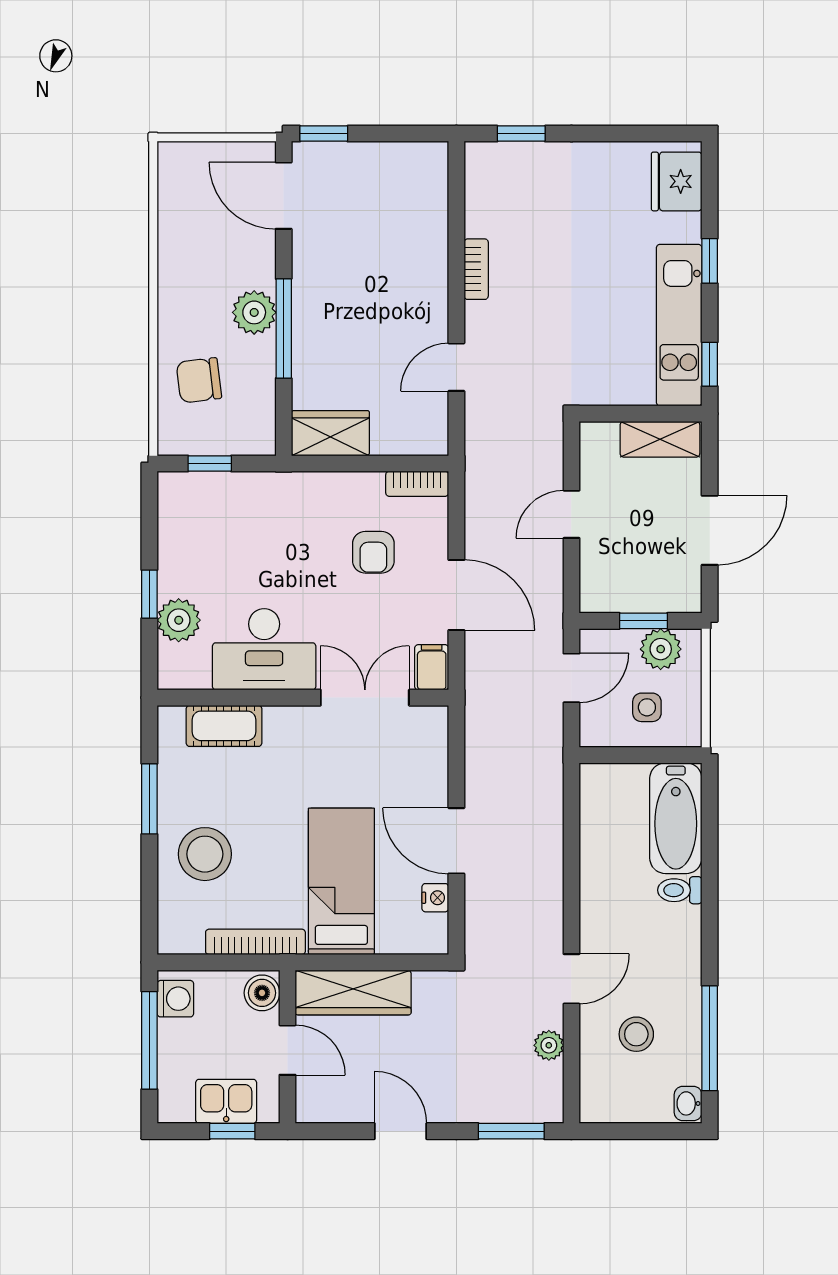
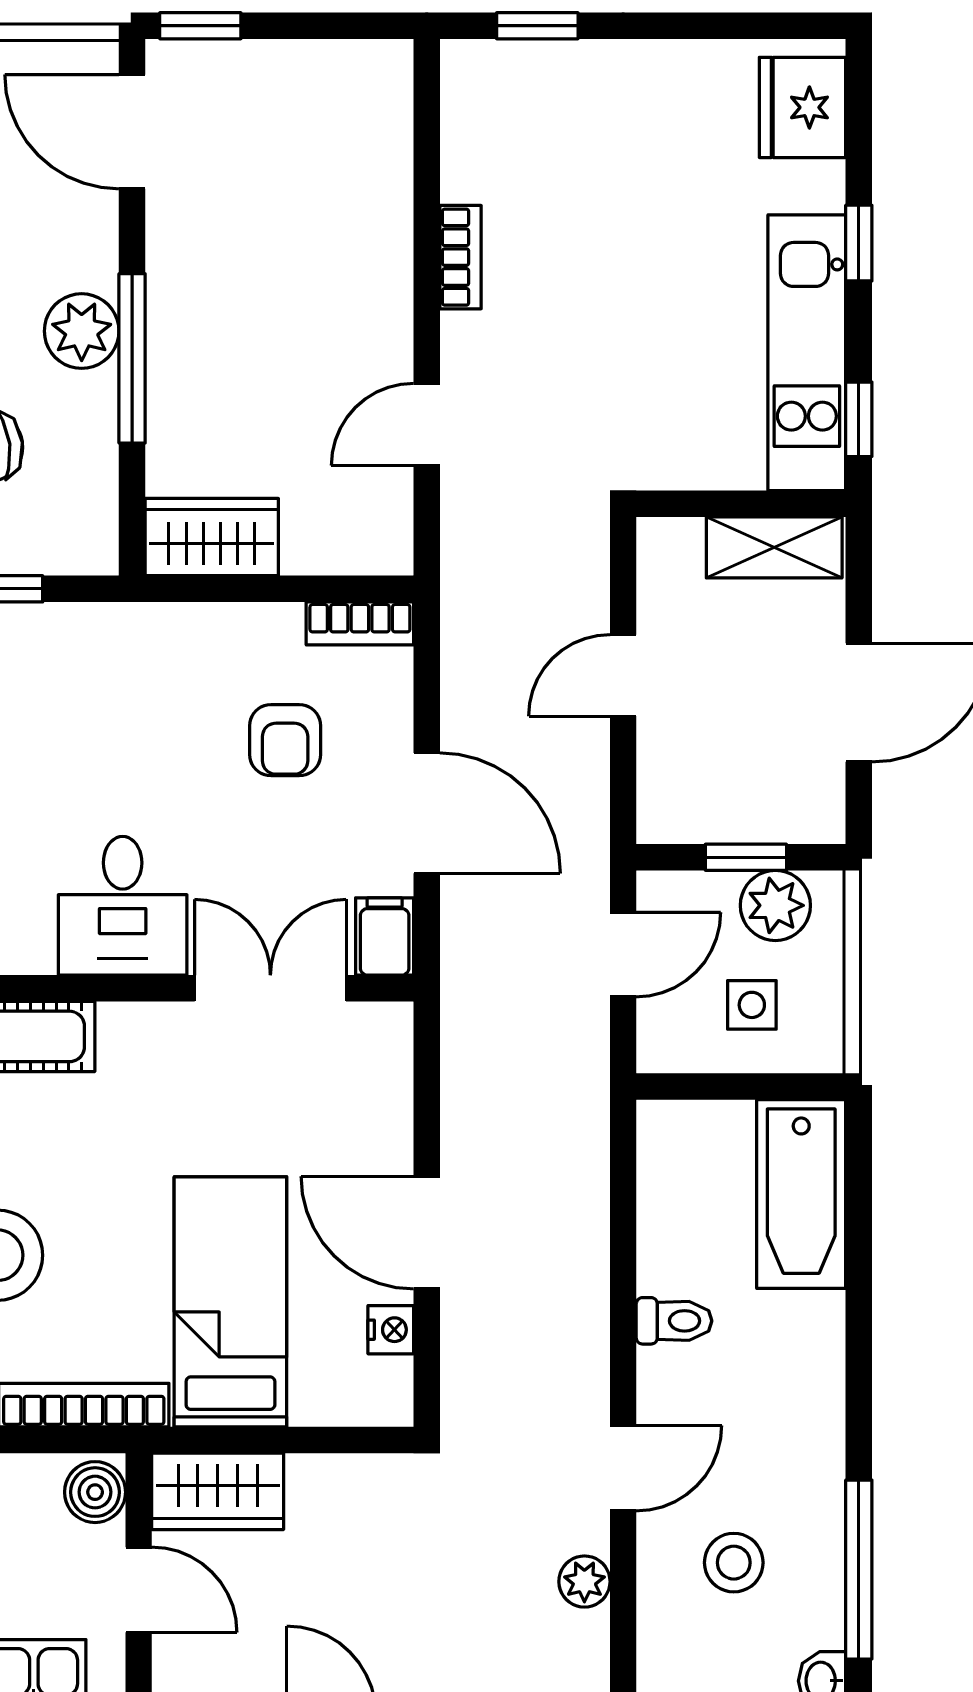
desk: (264, 649) -> (123, 906), width x0.73
toilet: (680, 890) -> (674, 1321), moved, turned 180
wardrobe: (353, 992) -> (218, 1491), width x0.67

